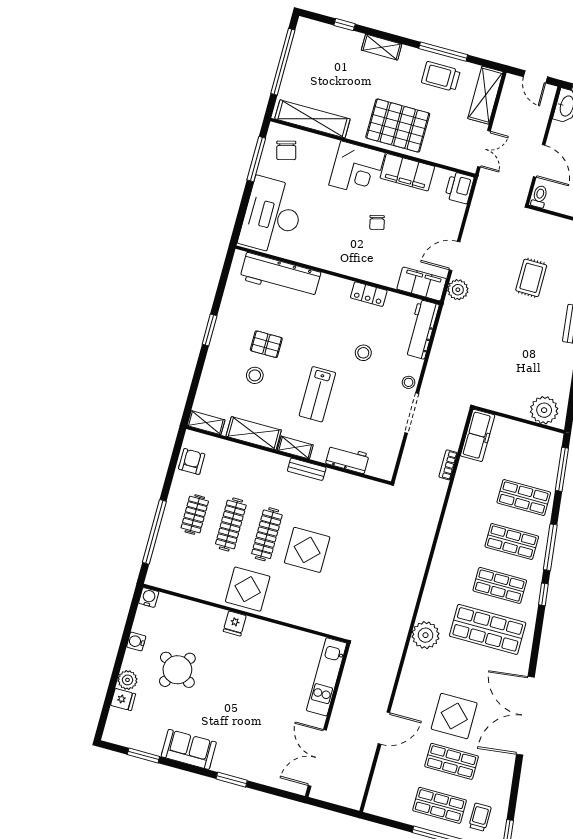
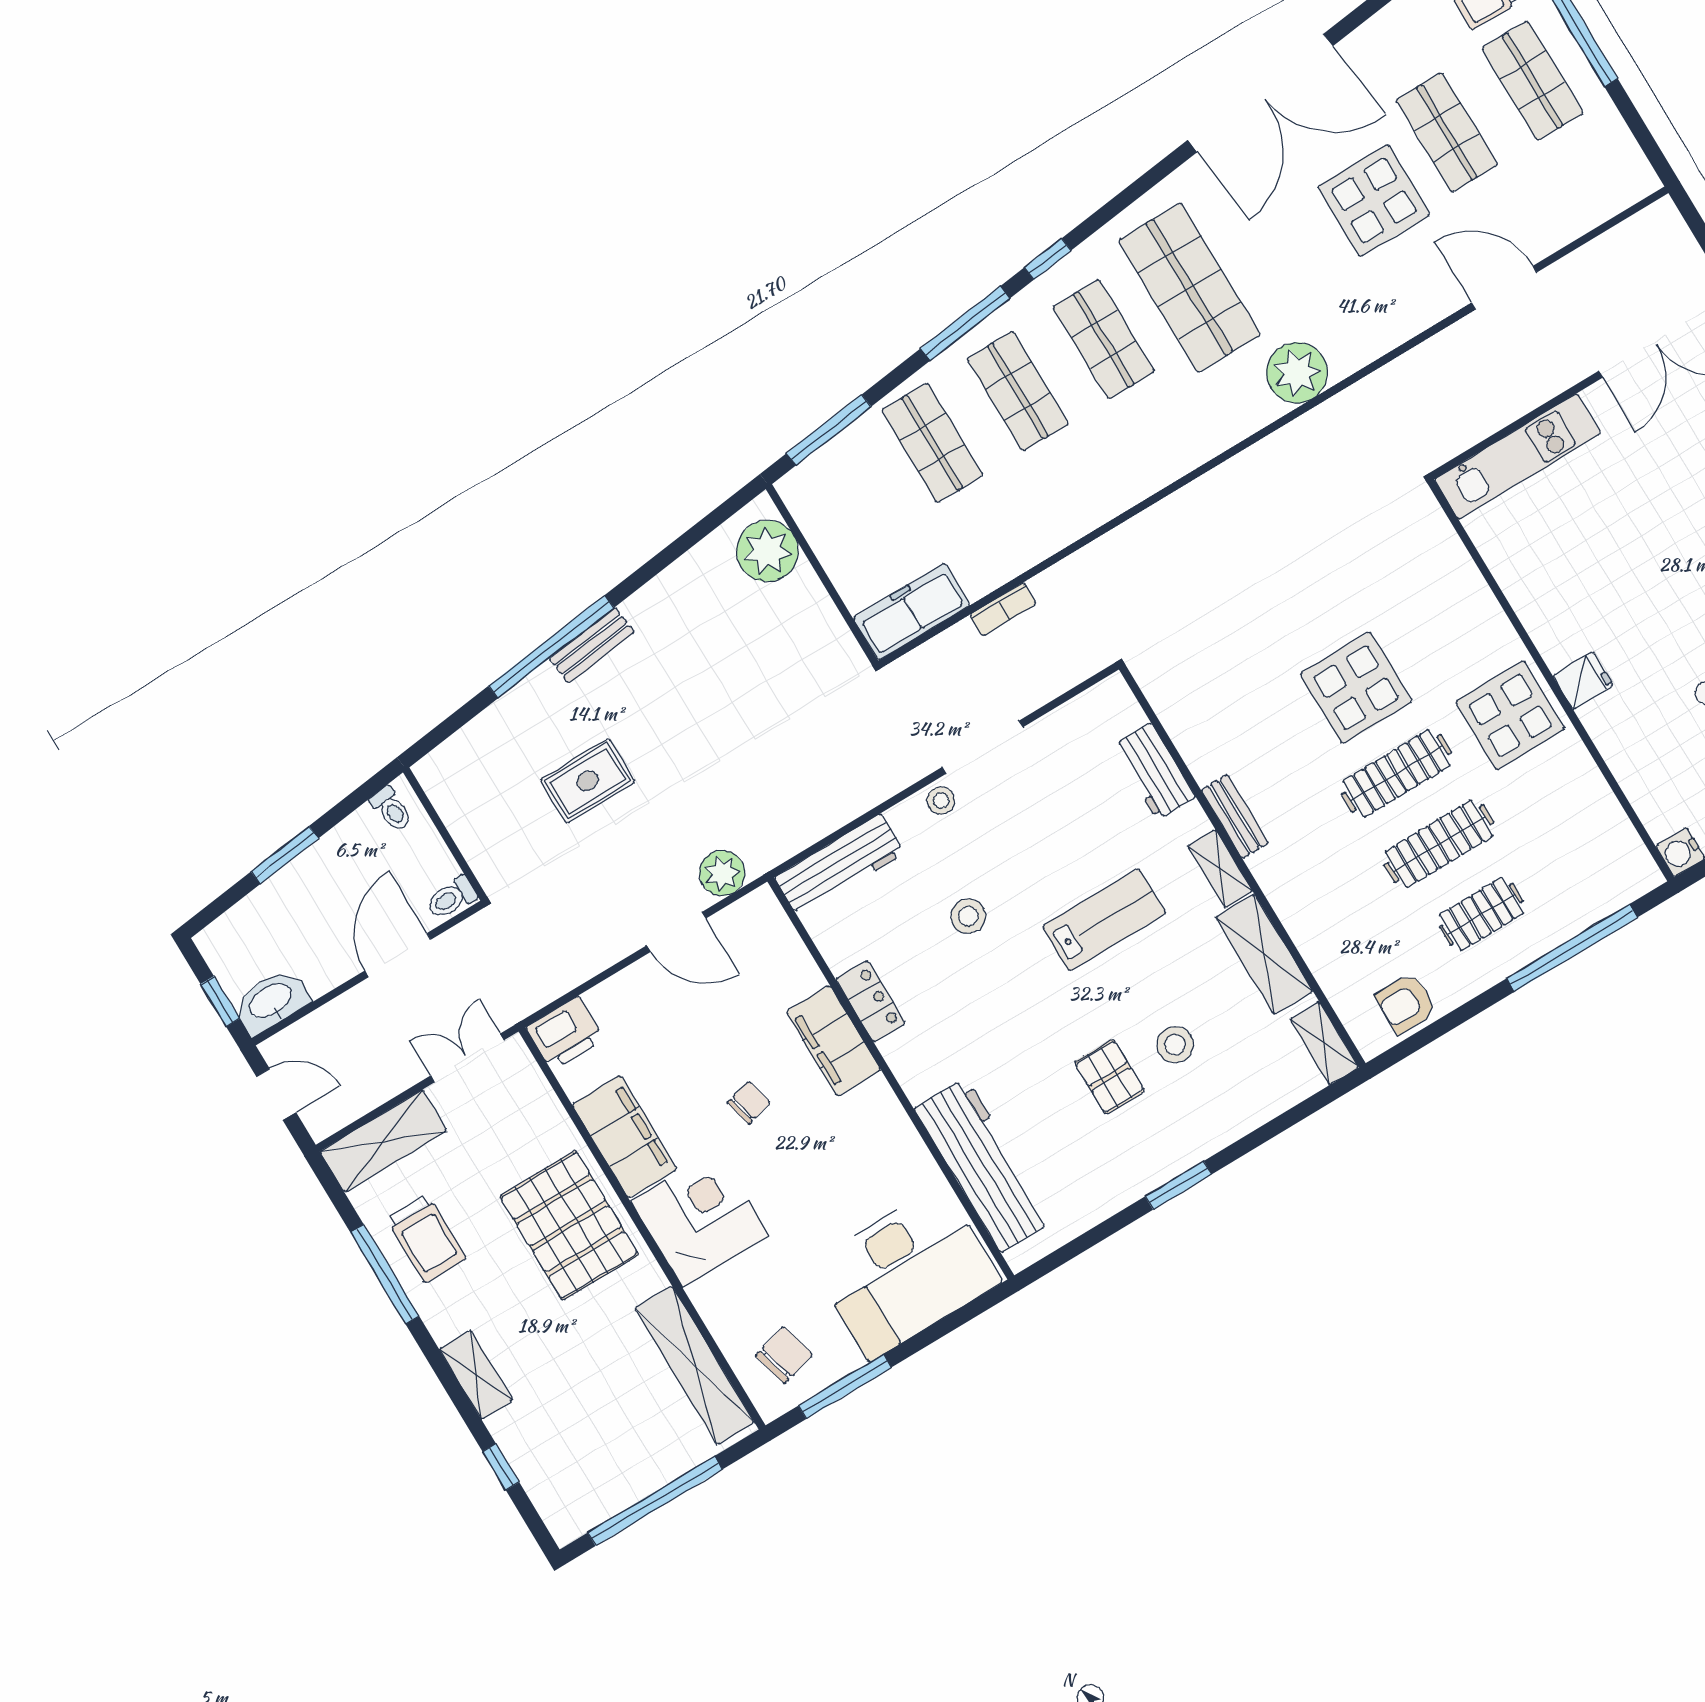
door: (535, 77) -> (276, 1095), hinge flipped
filing cabinet: (422, 284) -> (833, 1041), moved

